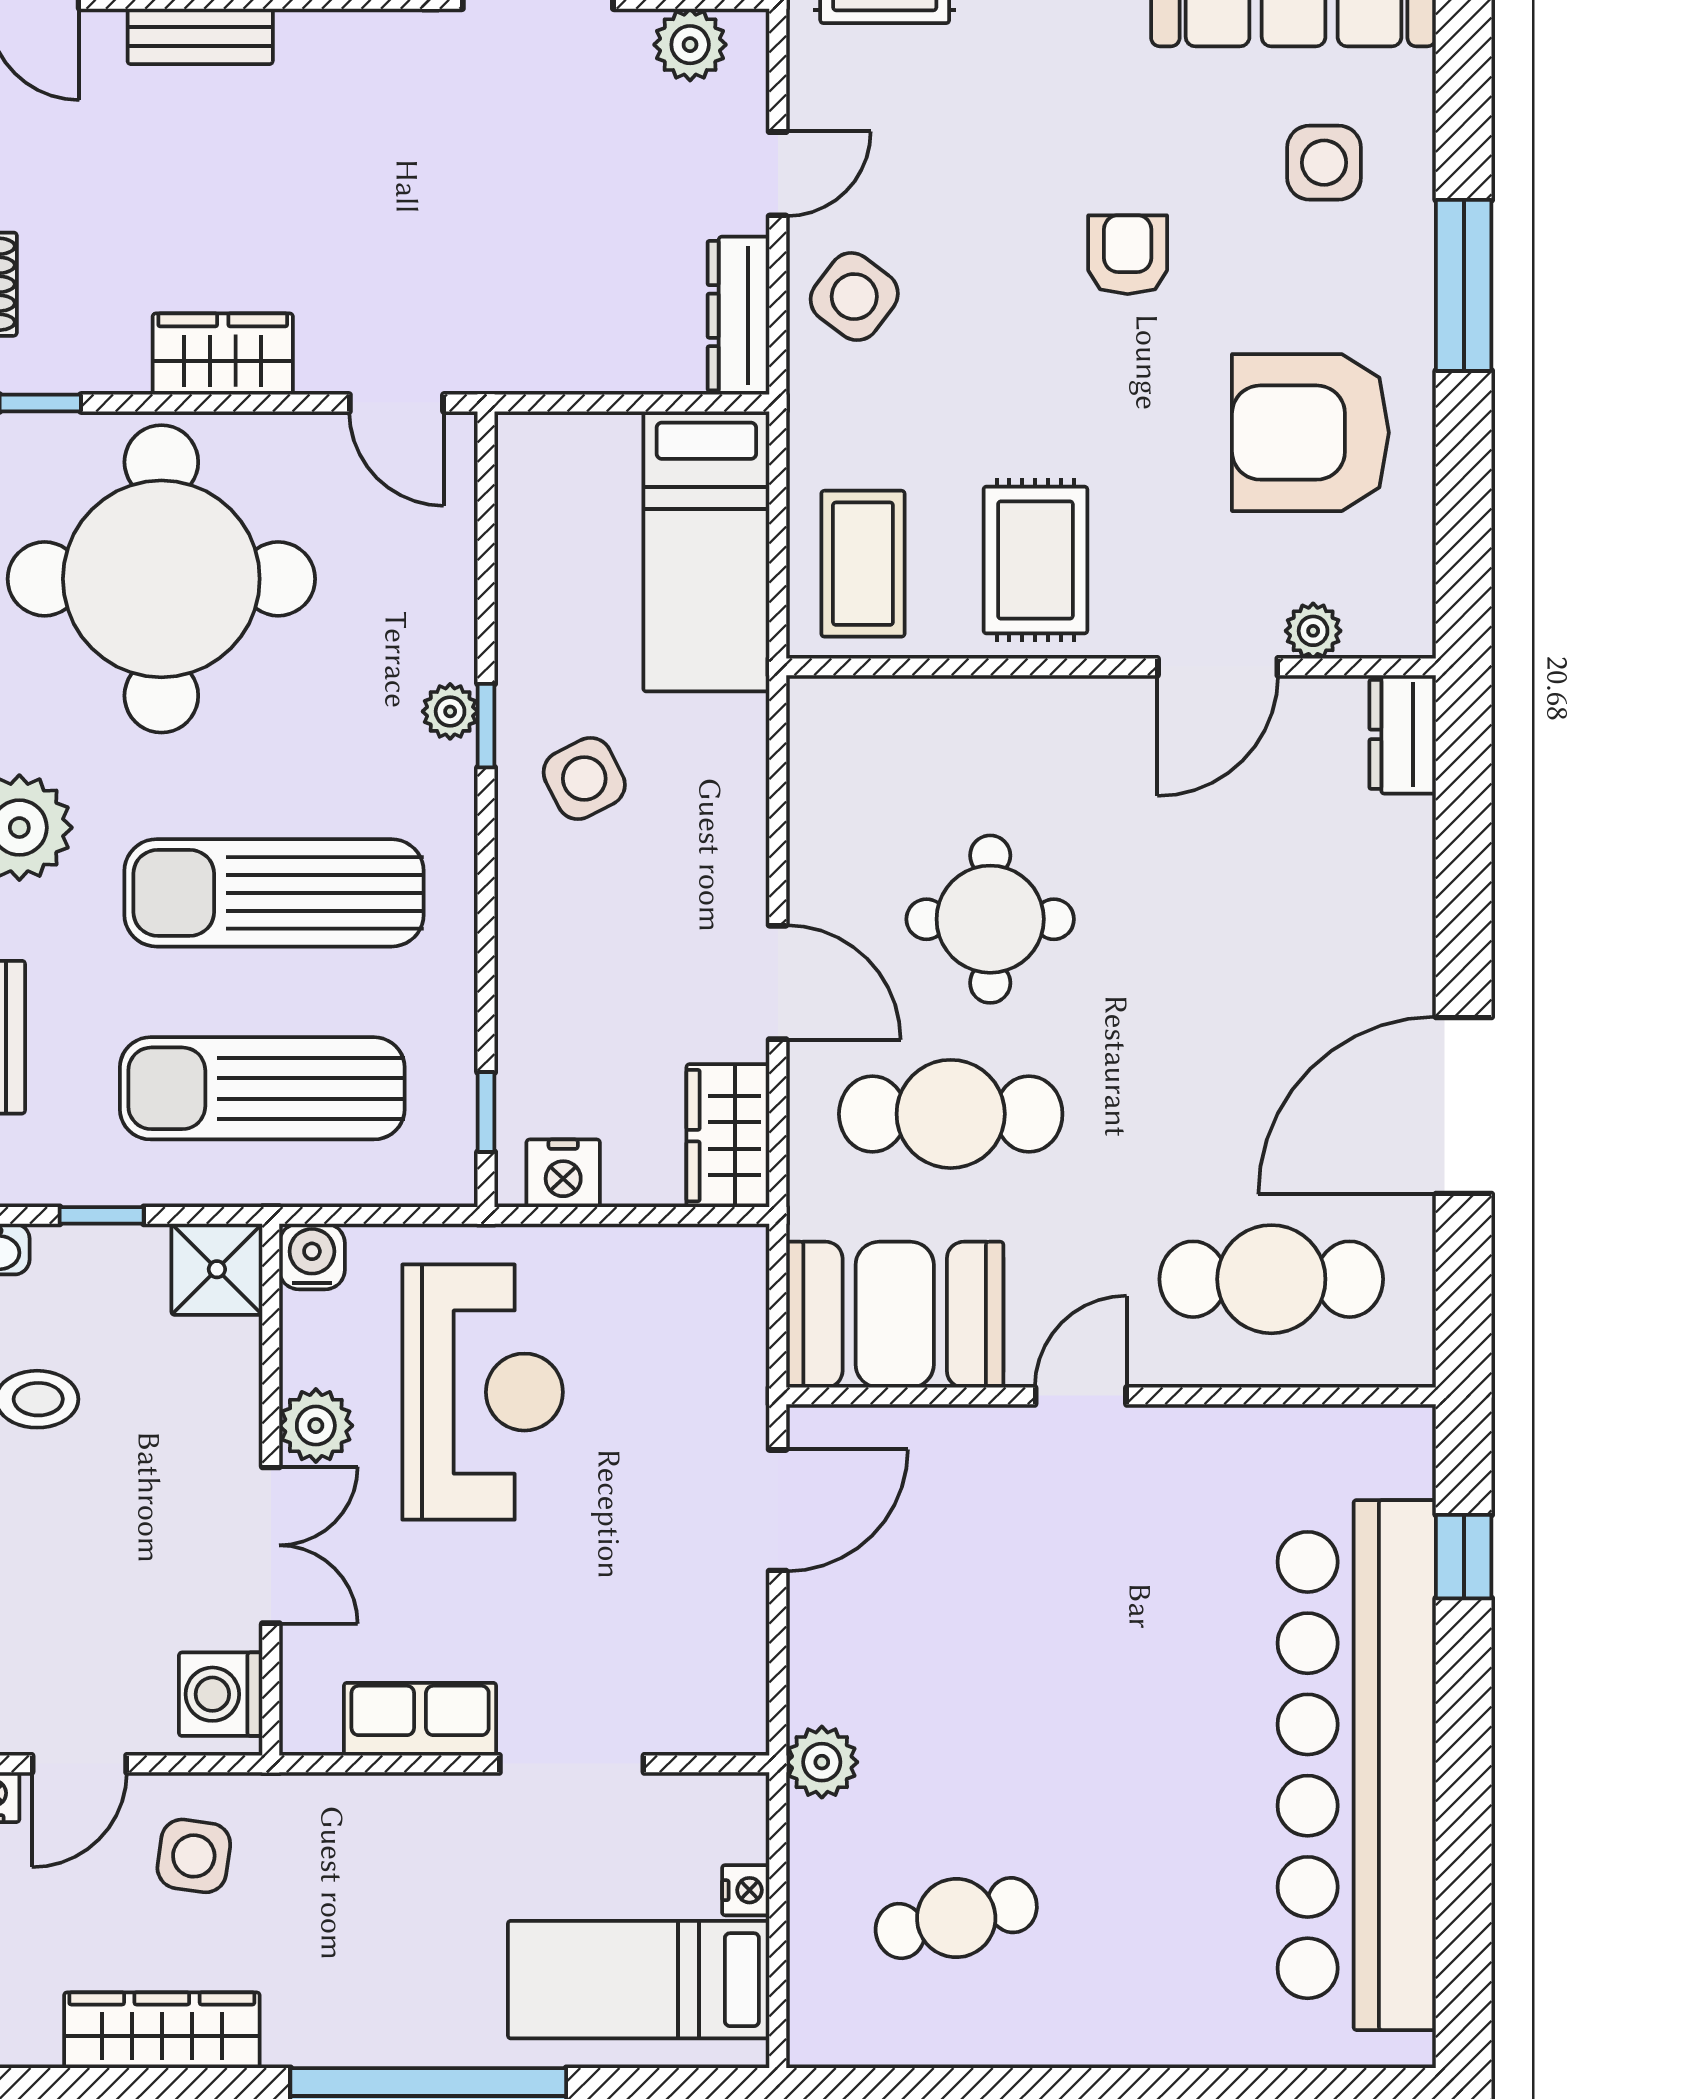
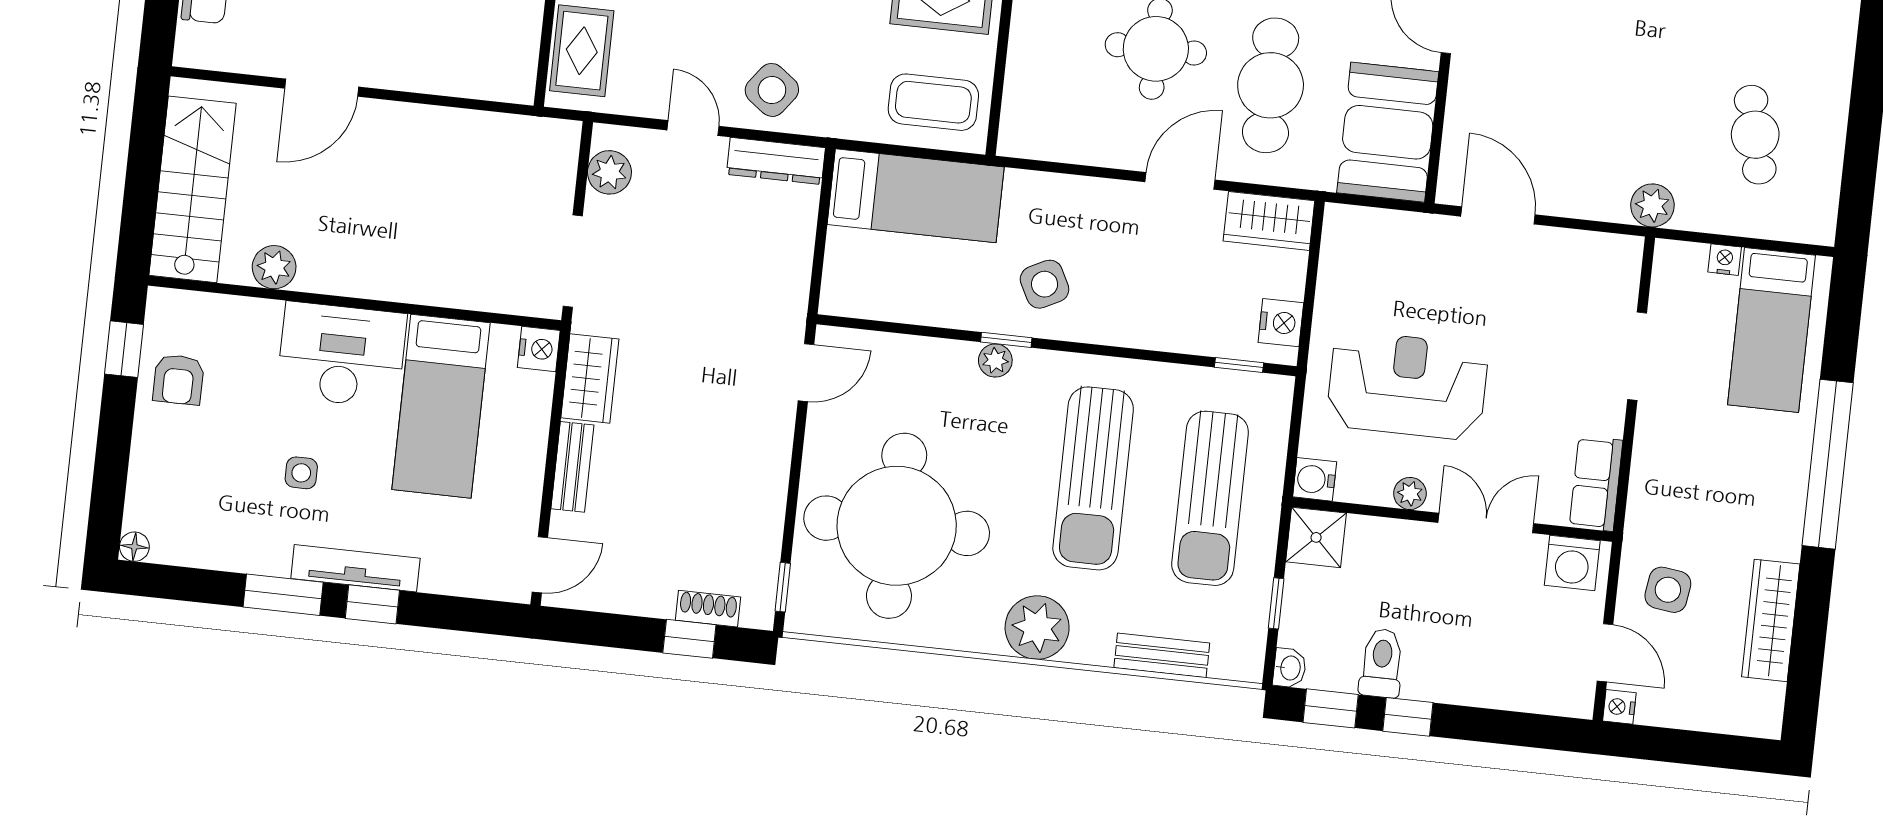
wardrobe: (223, 354) -> (590, 378), moved, turned 180
plant: (316, 1426) -> (1410, 493), width x0.73, depth x0.73
row of seats: (420, 1719) -> (1596, 484), moved

